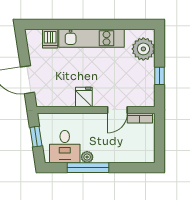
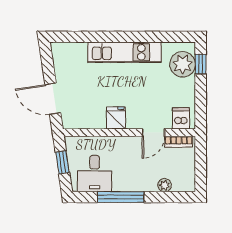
dishwasher: (50, 39) -> (181, 118), moved, turned 180
window: (160, 76) -> (201, 64), moved
plant: (87, 157) -> (165, 185), moved

